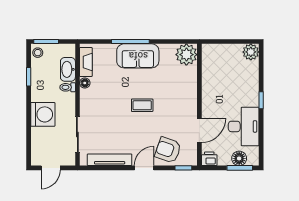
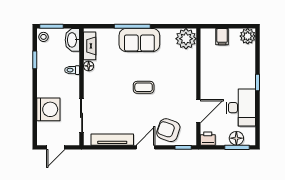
filing cabinet: (224, 52) -> (222, 37), added
washbasin: (68, 69) -> (72, 40), moved
washing machine: (43, 114) -> (48, 109), moved

